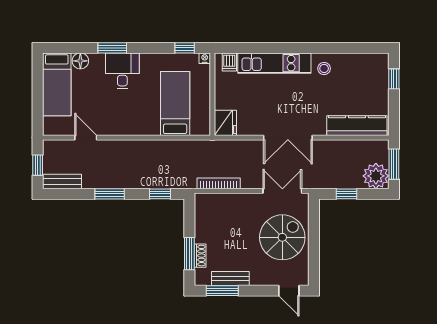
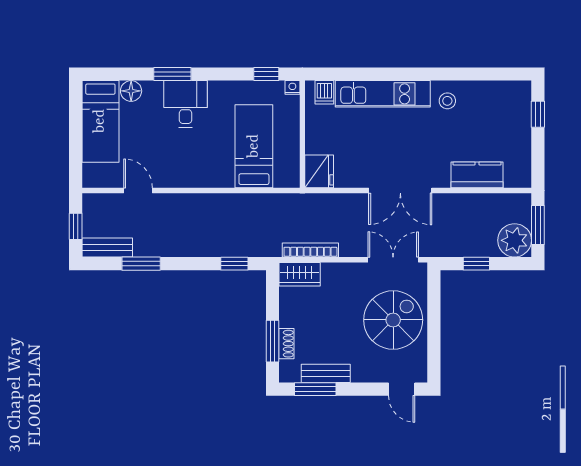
kitchen counter: (357, 126) -> (477, 175), width x0.67
window: (110, 194) -> (141, 264), moved
wardrobe: (210, 202) -> (300, 274), added

